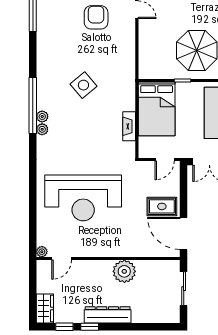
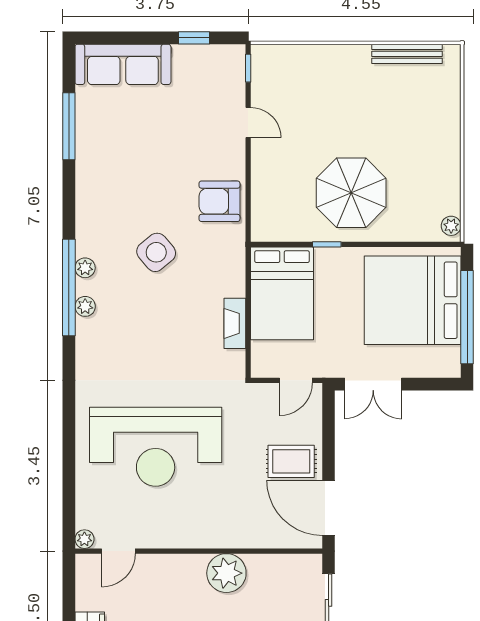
armchair: (96, 17) -> (219, 201), moved, turned -90
plant: (42, 129) -> (85, 268), moved

